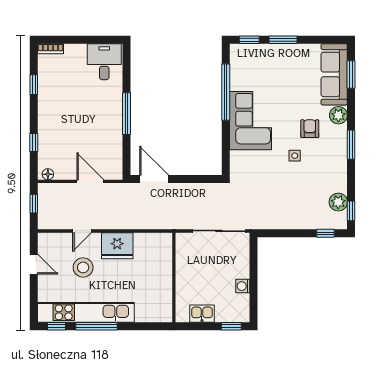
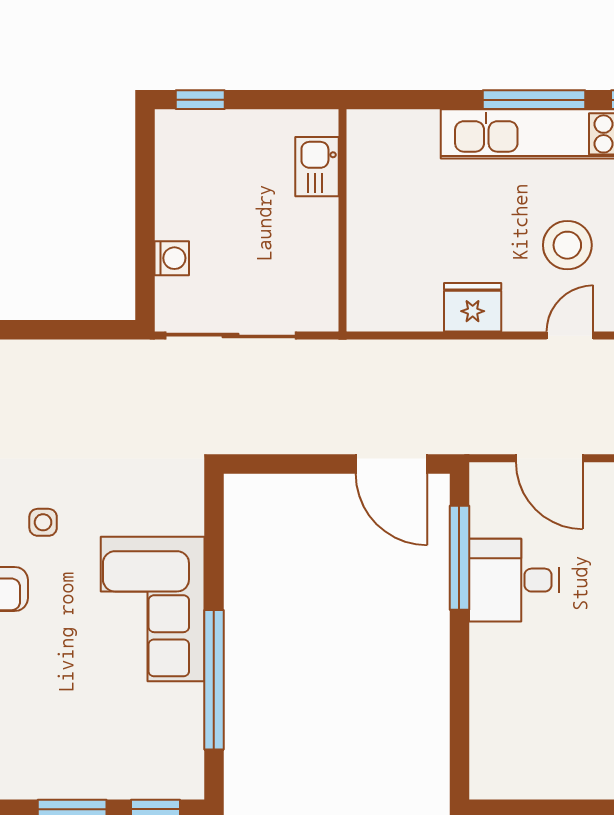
desk: (104, 62) -> (514, 580), moved, turned 90
window: (127, 114) -> (459, 558), moved
fridge: (117, 246) -> (473, 307), width x0.73, depth x0.75
washing machine: (243, 286) -> (172, 258), moved
kitchen sink: (202, 314) -> (317, 167), moved, turned 90

